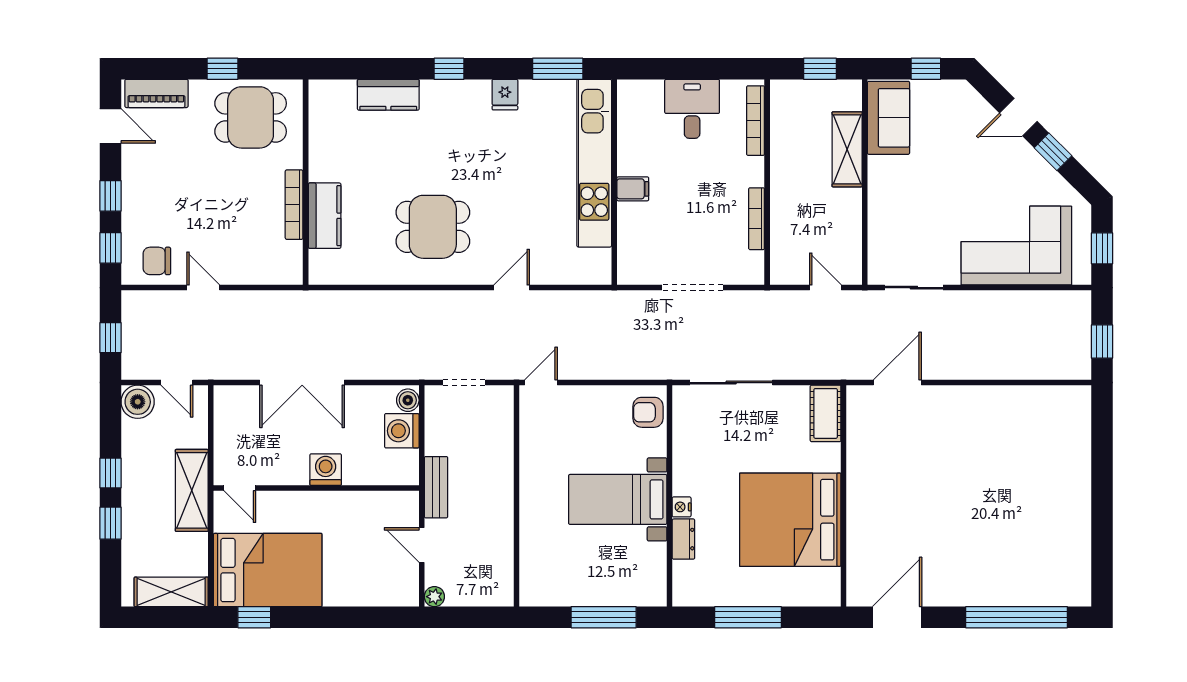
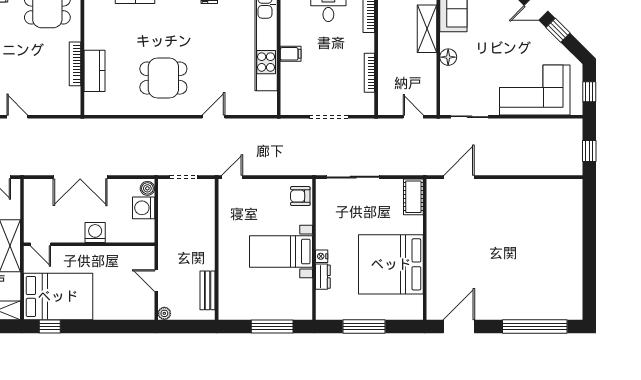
floor lamp: (880, 194) -> (448, 57), added
bench: (436, 487) -> (208, 290), moved

